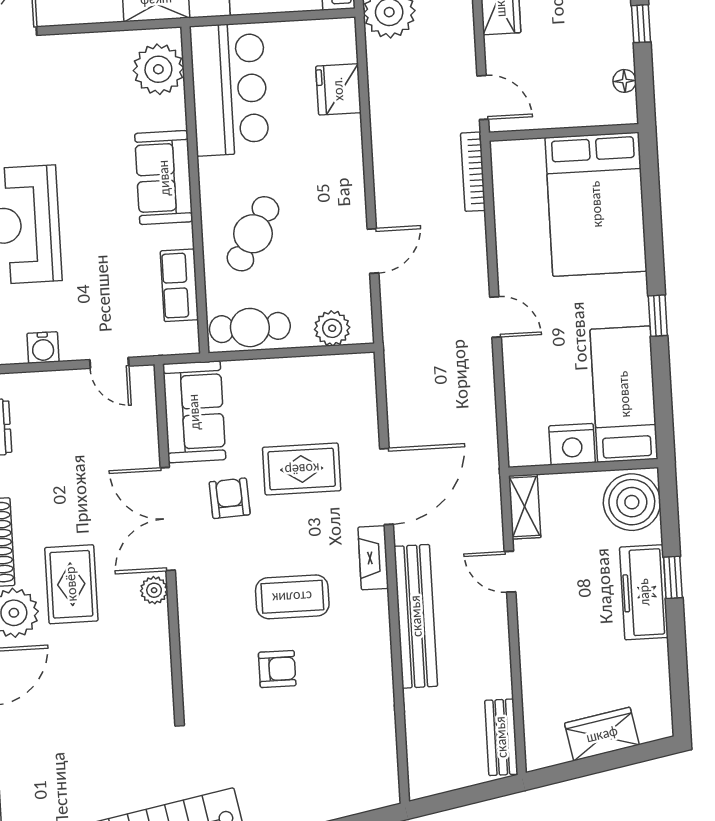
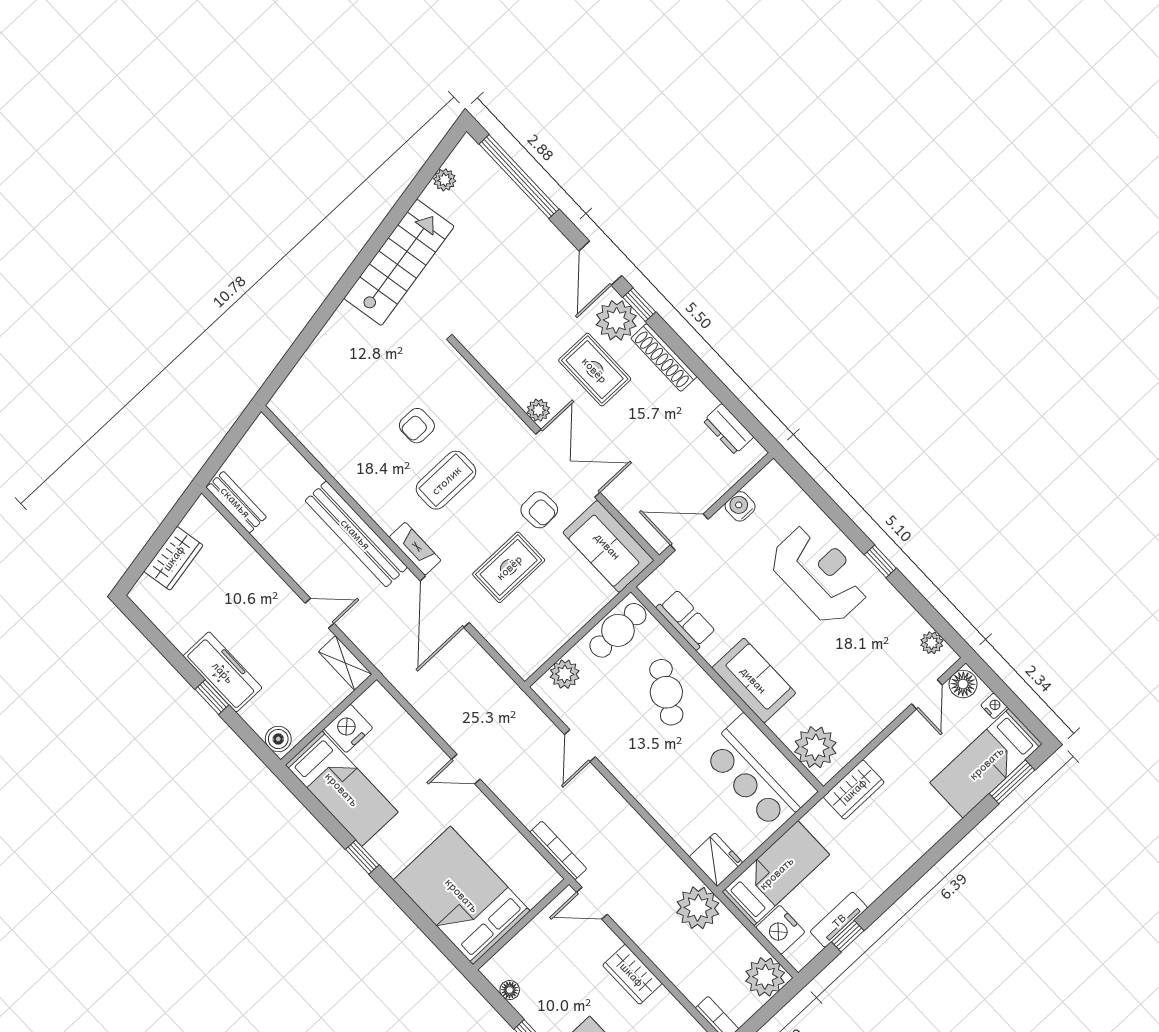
fridge: (338, 89) -> (716, 860), moved
door: (109, 363) -> (689, 532), width x1.38
boiler: (632, 502) -> (278, 739), width x0.54, depth x0.54

